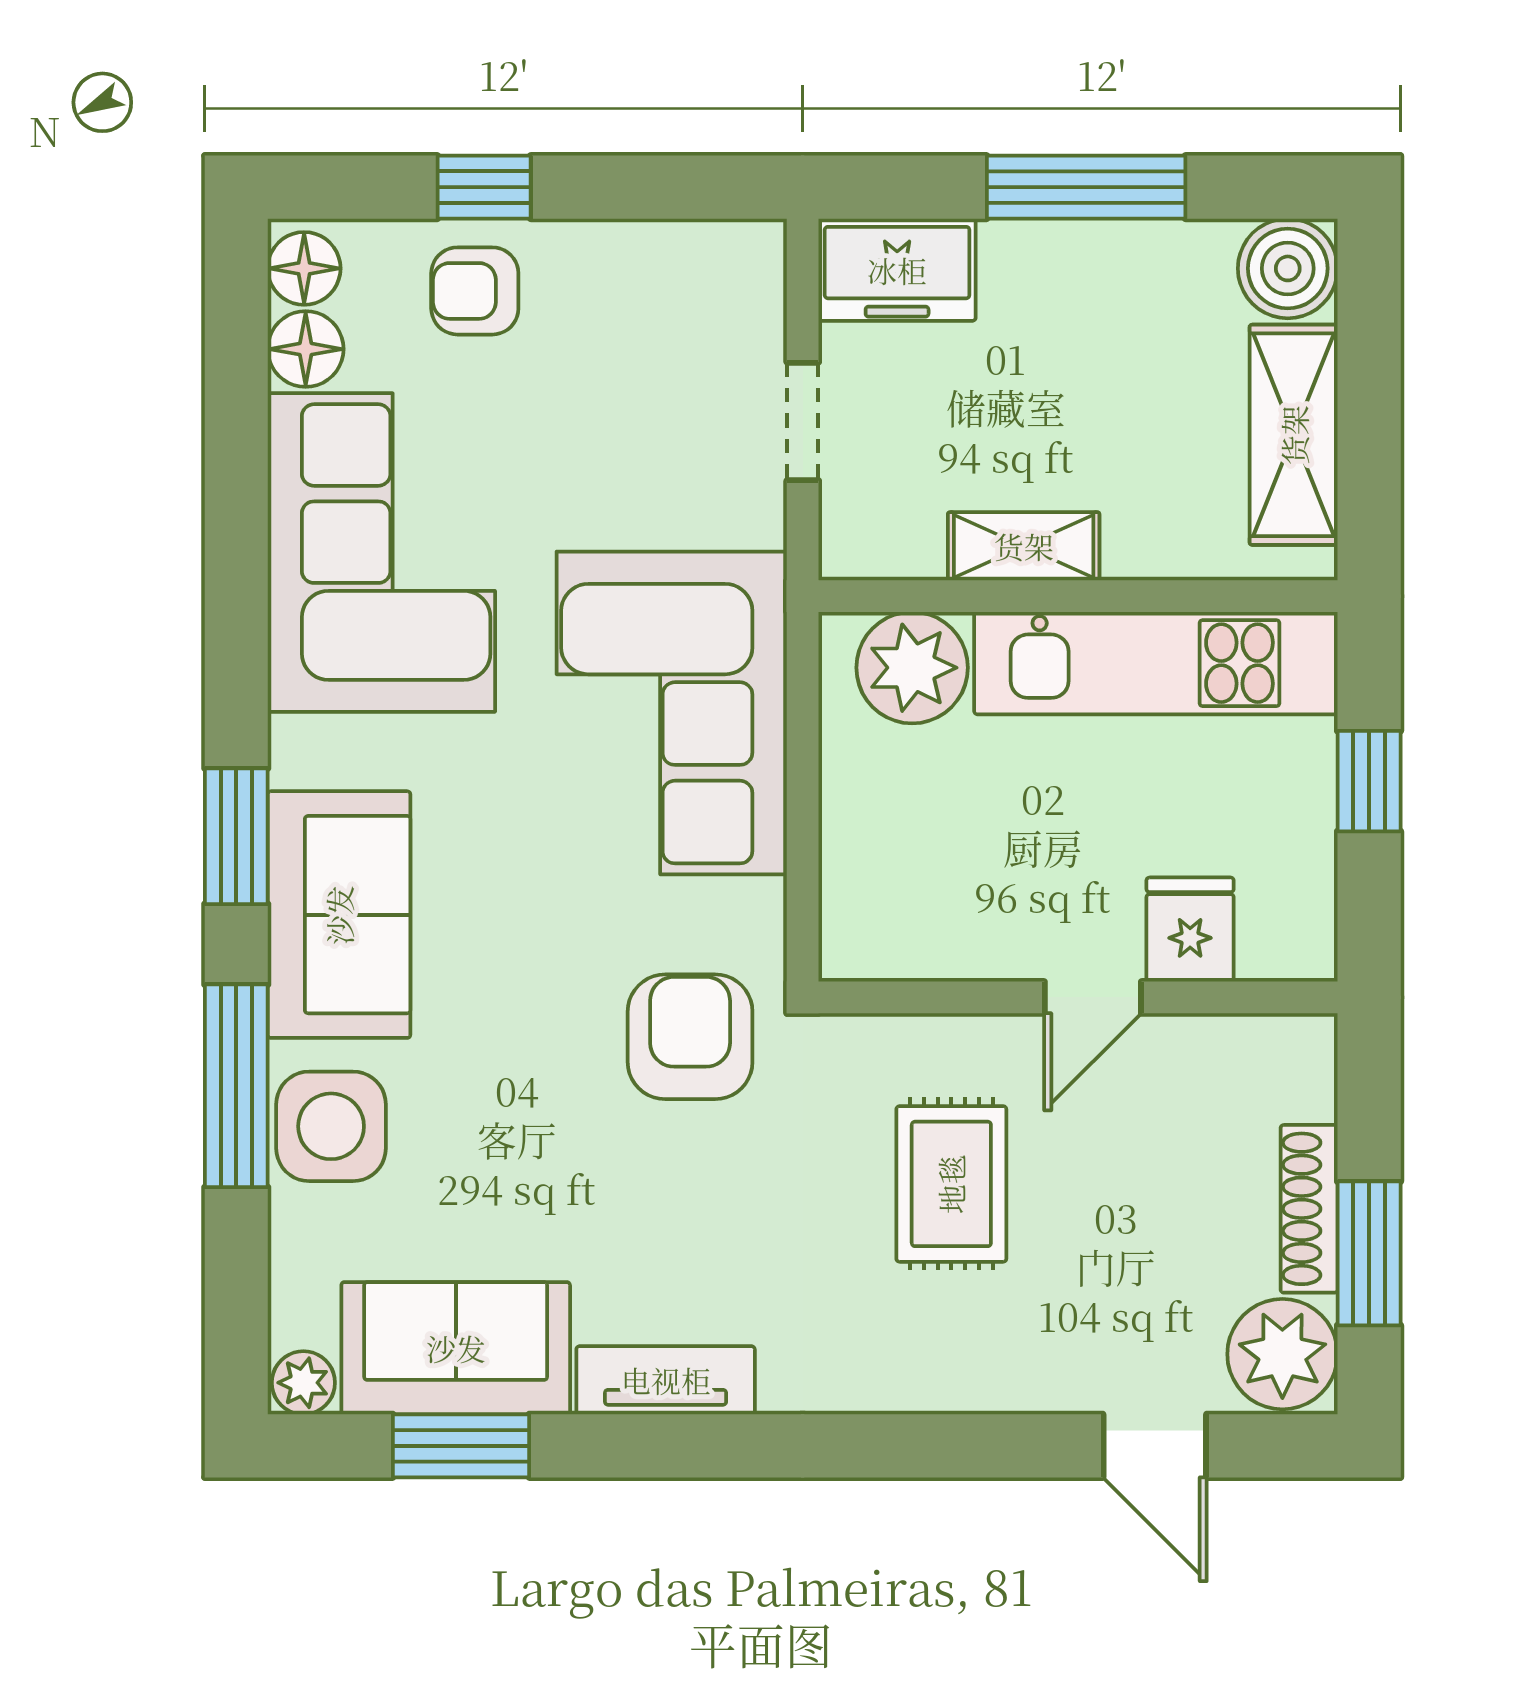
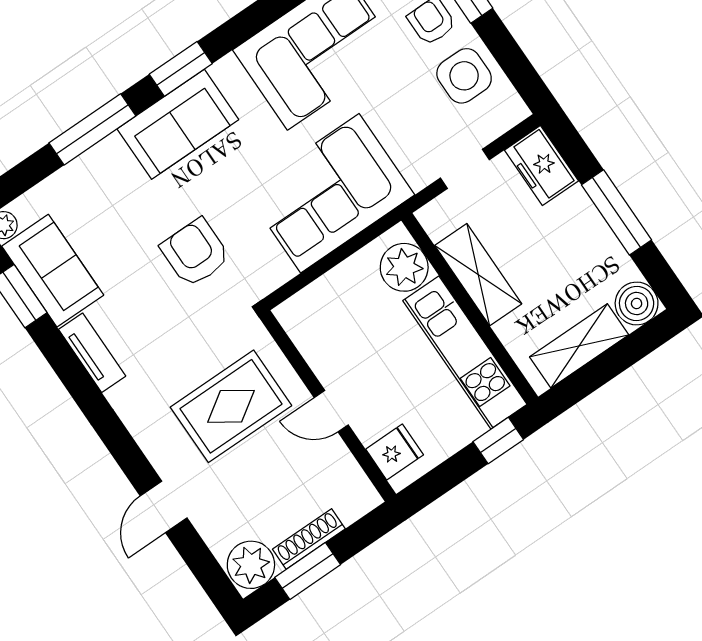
shelving: (1024, 546) -> (478, 275), width x1.50, depth x1.33
window: (1369, 781) -> (498, 441), moved
fridge: (1190, 930) -> (395, 452), moved
armchair: (690, 1037) -> (195, 253), moved, turned -90
side table: (331, 1126) -> (464, 76), moved
rug: (951, 1184) -> (231, 406), width x1.36, depth x1.43
door: (1155, 1446) -> (164, 507), moved

